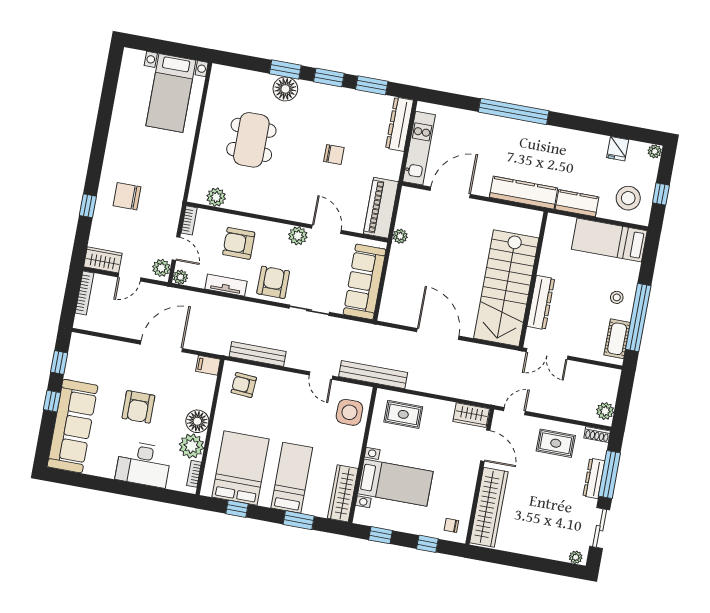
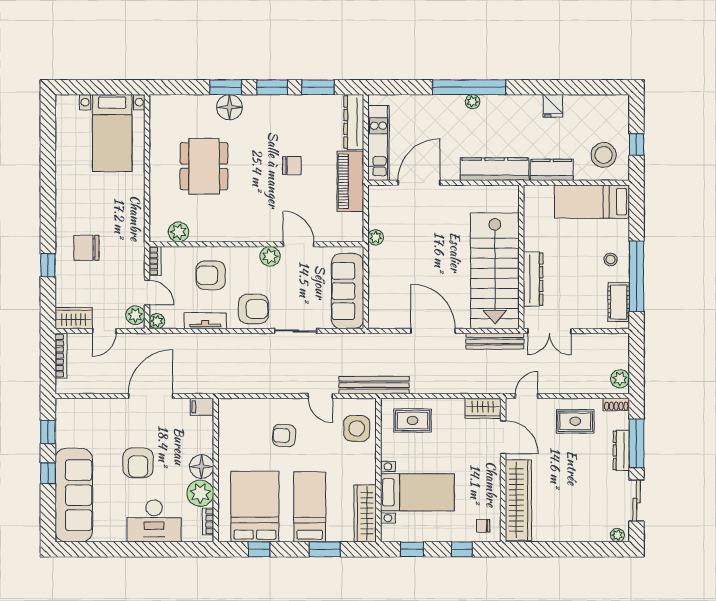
fridge: (618, 149) -> (553, 106), moved
plant: (655, 151) -> (473, 102), moved
piano: (381, 208) -> (350, 181), moved
armchair: (273, 282) -> (253, 309), turned 90
bench: (258, 354) -> (495, 341), moved
armchair: (244, 385) -> (284, 436), moved

